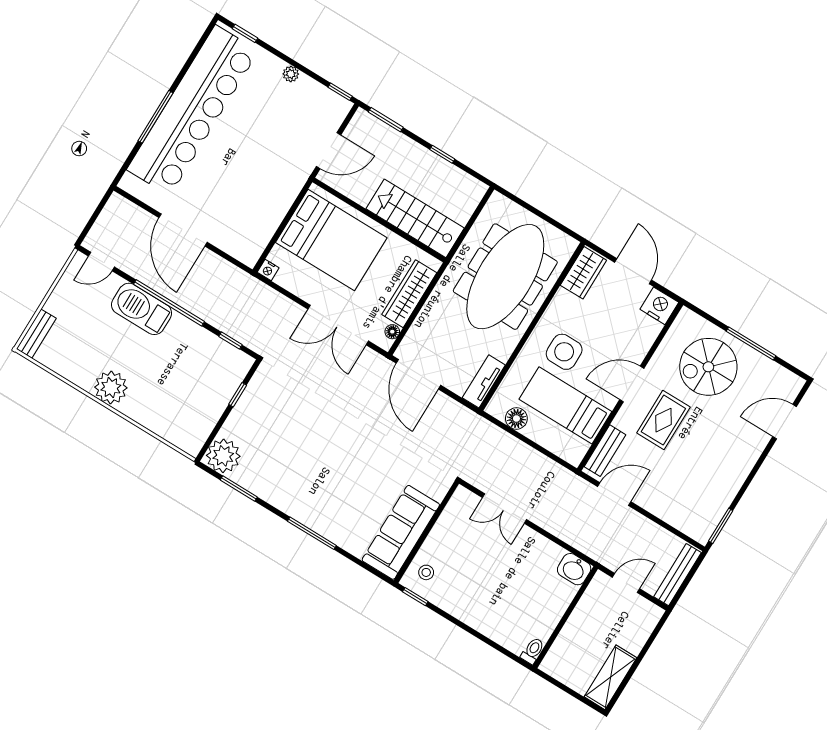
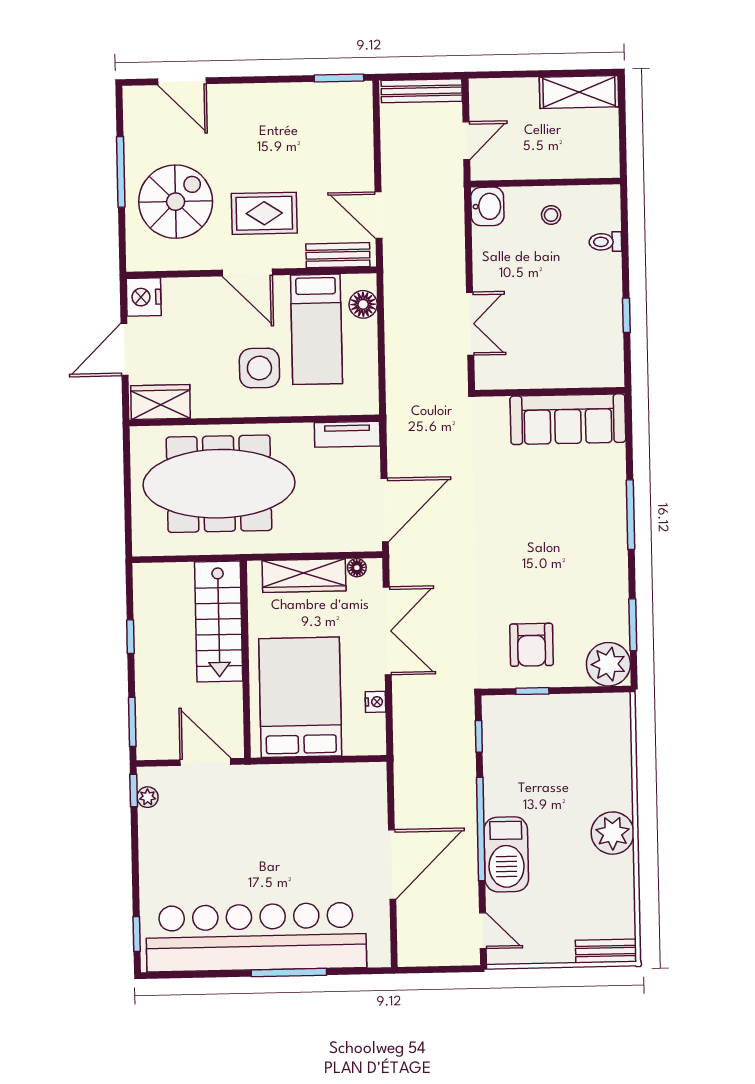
plant: (291, 74) -> (148, 797), moved
nightstand: (268, 270) -> (375, 702), moved
spiral stairs: (708, 367) -> (176, 202), turned -90
armchair: (268, 414) -> (532, 645), added
floor lamp: (516, 418) -> (363, 304), moved
stool: (426, 572) -> (551, 215), moved
door: (626, 583) -> (466, 141), swing flipped
window: (415, 597) -> (626, 315), moved
toilet: (533, 651) -> (605, 242), moved

